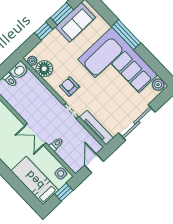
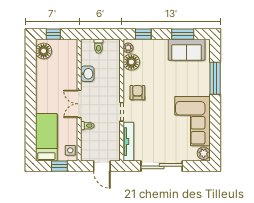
window: (44, 31) -> (143, 34), moved
window: (126, 35) -> (215, 78), moved
corner sofa: (118, 67) -> (192, 121), width x0.73, depth x0.74
washbasin: (19, 70) -> (87, 74), moved, turned -90
door: (94, 163) -> (102, 166), swing flipped

